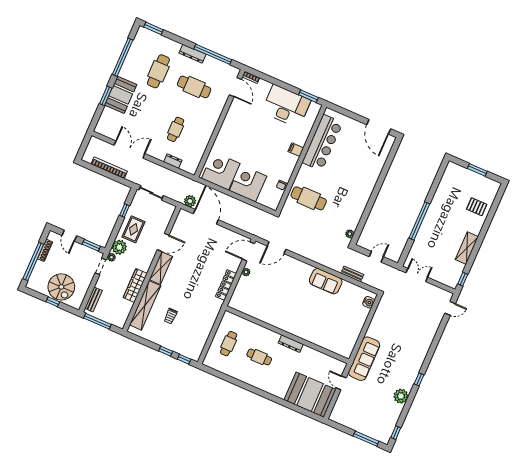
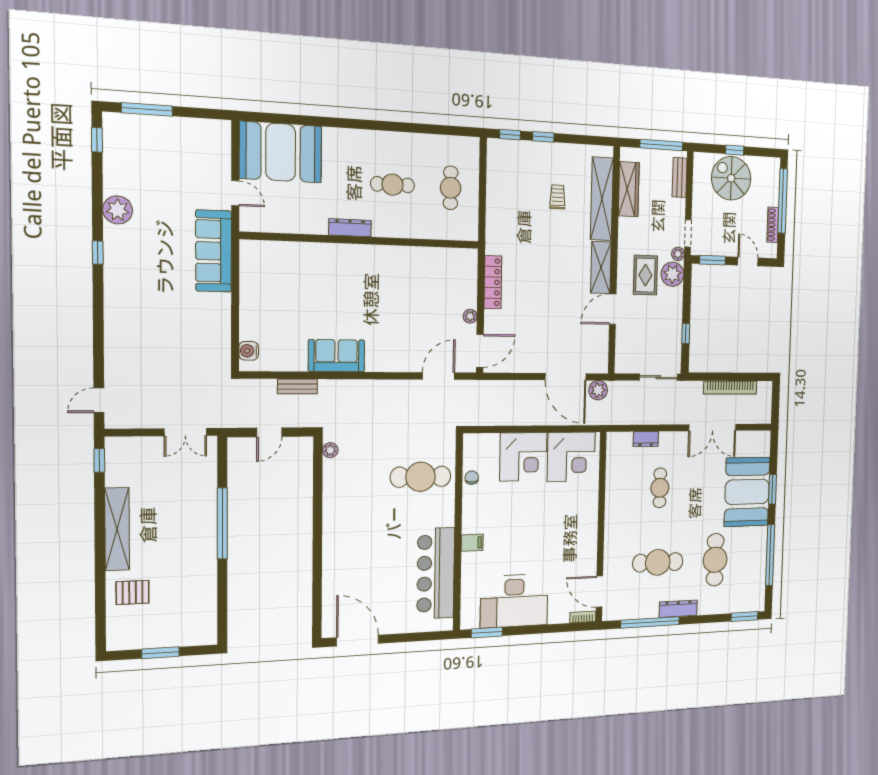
booth: (121, 95) -> (747, 492), width x1.36, depth x1.42
rug: (133, 229) -> (645, 275), moved
shelving: (467, 248) -> (117, 529), width x1.47
wardrobe: (135, 286) -> (629, 189), moved

